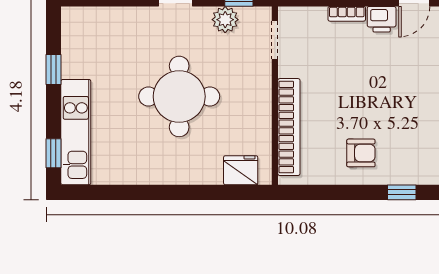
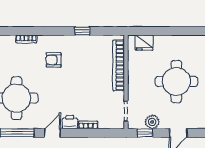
armchair: (361, 153) -> (54, 60), moved
window: (402, 192) -> (83, 31), moved

